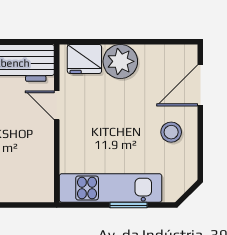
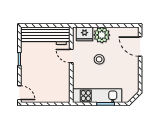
door: (200, 85) -> (140, 46), hinge flipped
stool: (171, 132) -> (99, 59), moved

